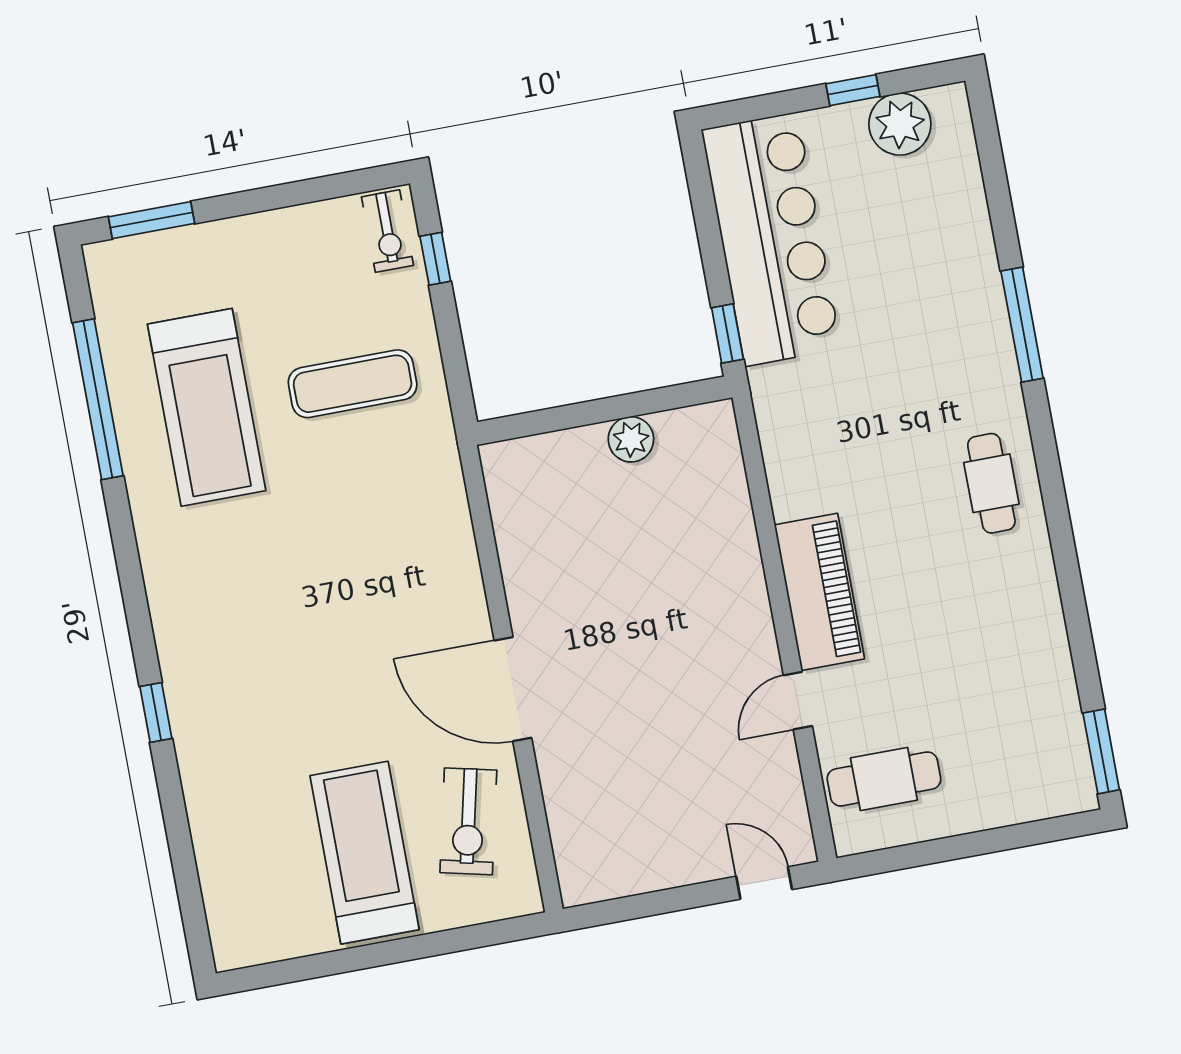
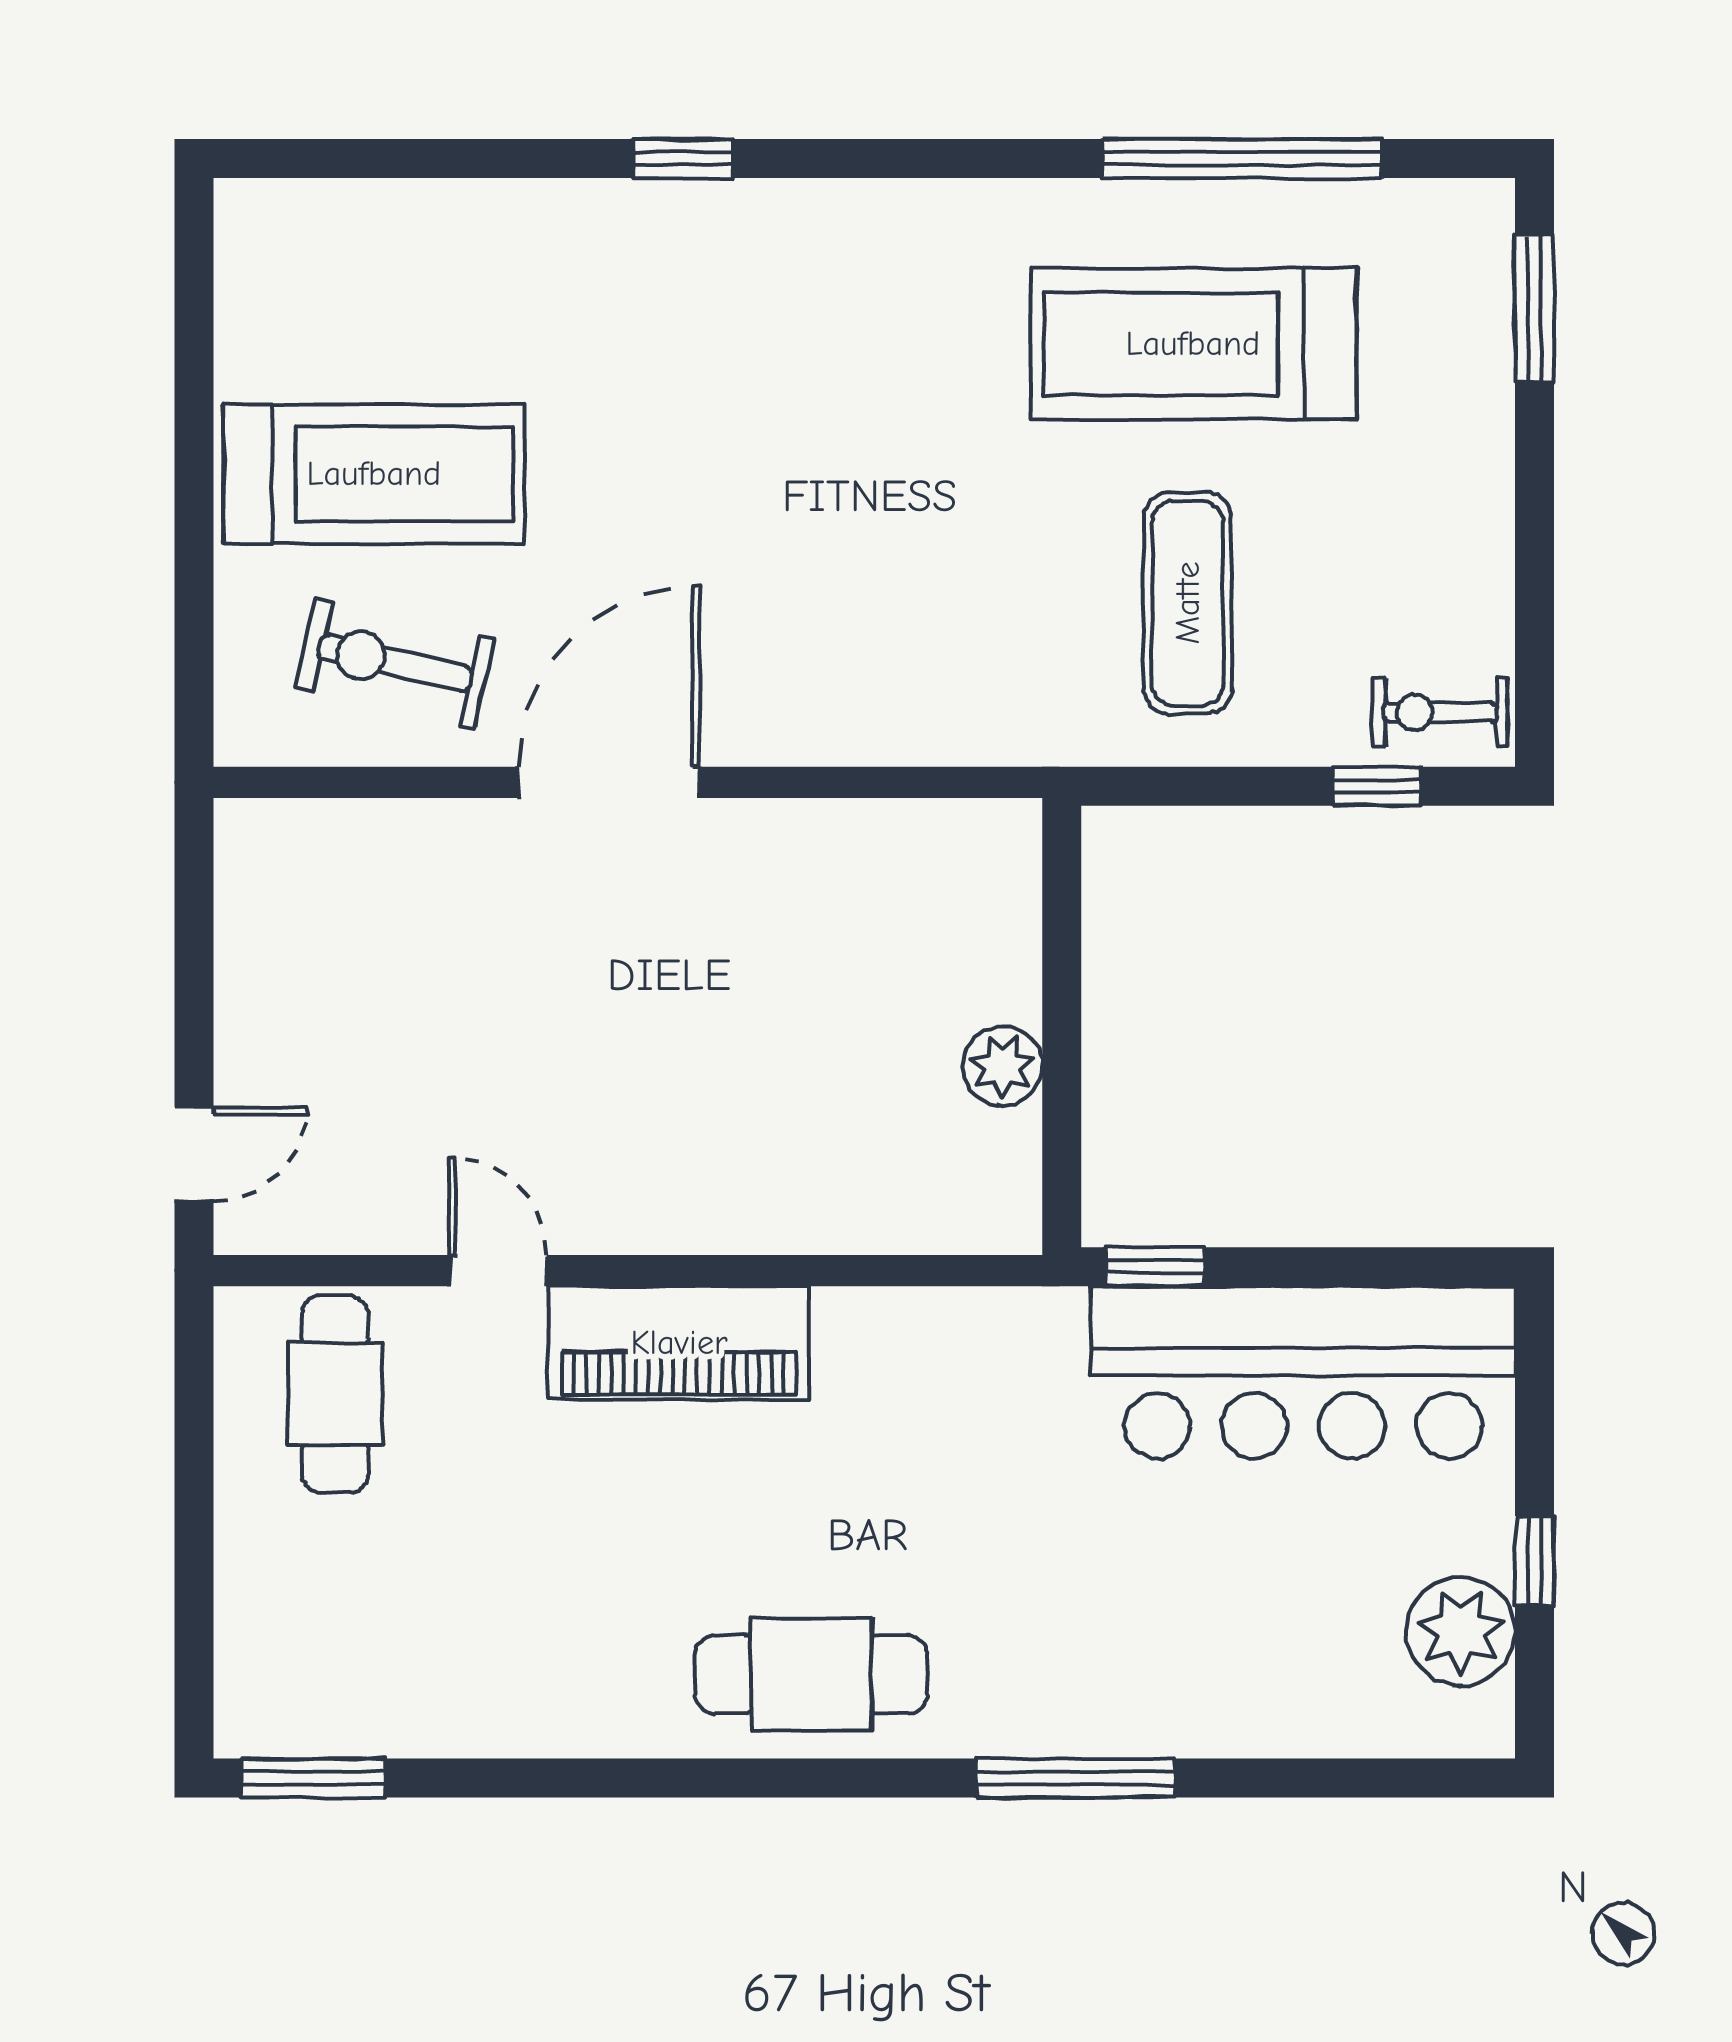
cafe table: (991, 483) -> (811, 1674), width x1.37, depth x1.35

